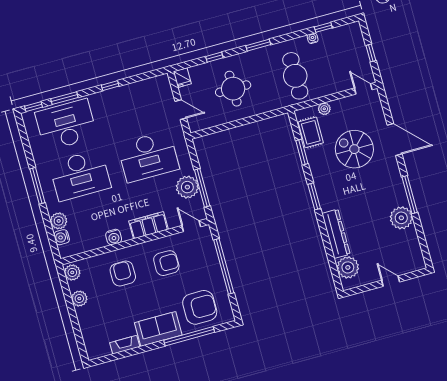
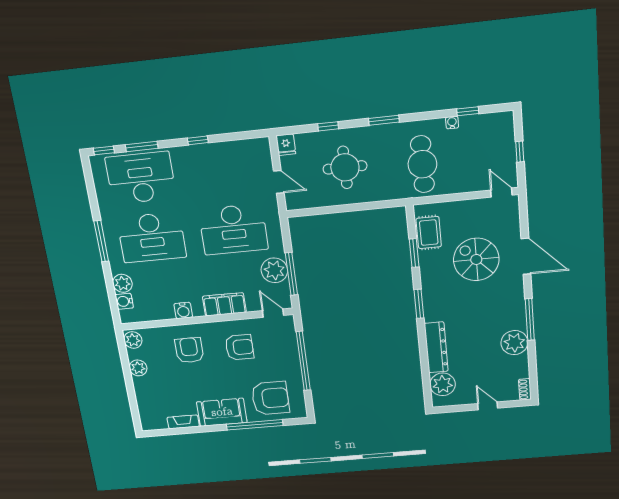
plant: (324, 109) -> (450, 208), removed
shoe rack: (419, 260) -> (525, 389), added

